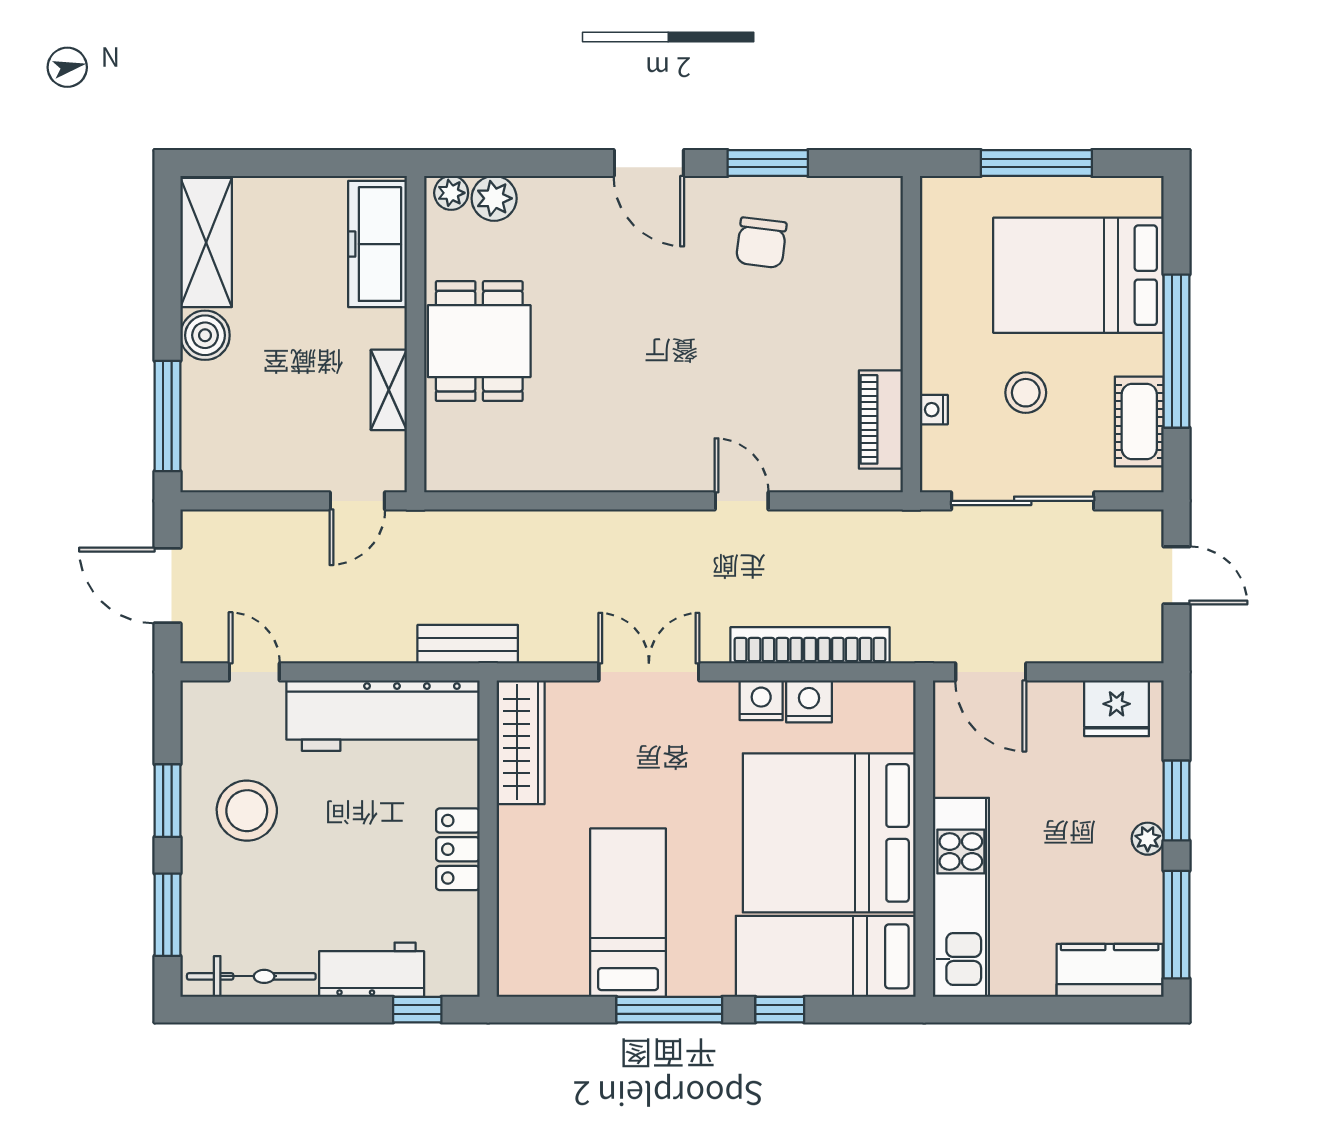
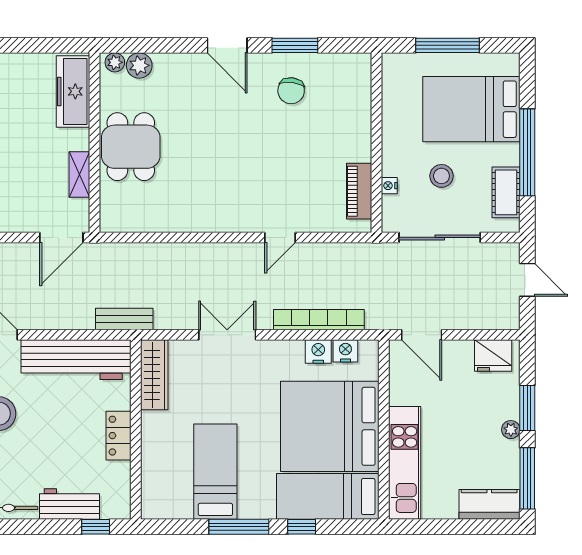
door: (357, 501) -> (61, 237), width x1.38
door: (742, 501) -> (280, 237), swing flipped
nightstand: (761, 700) -> (345, 351), moved

